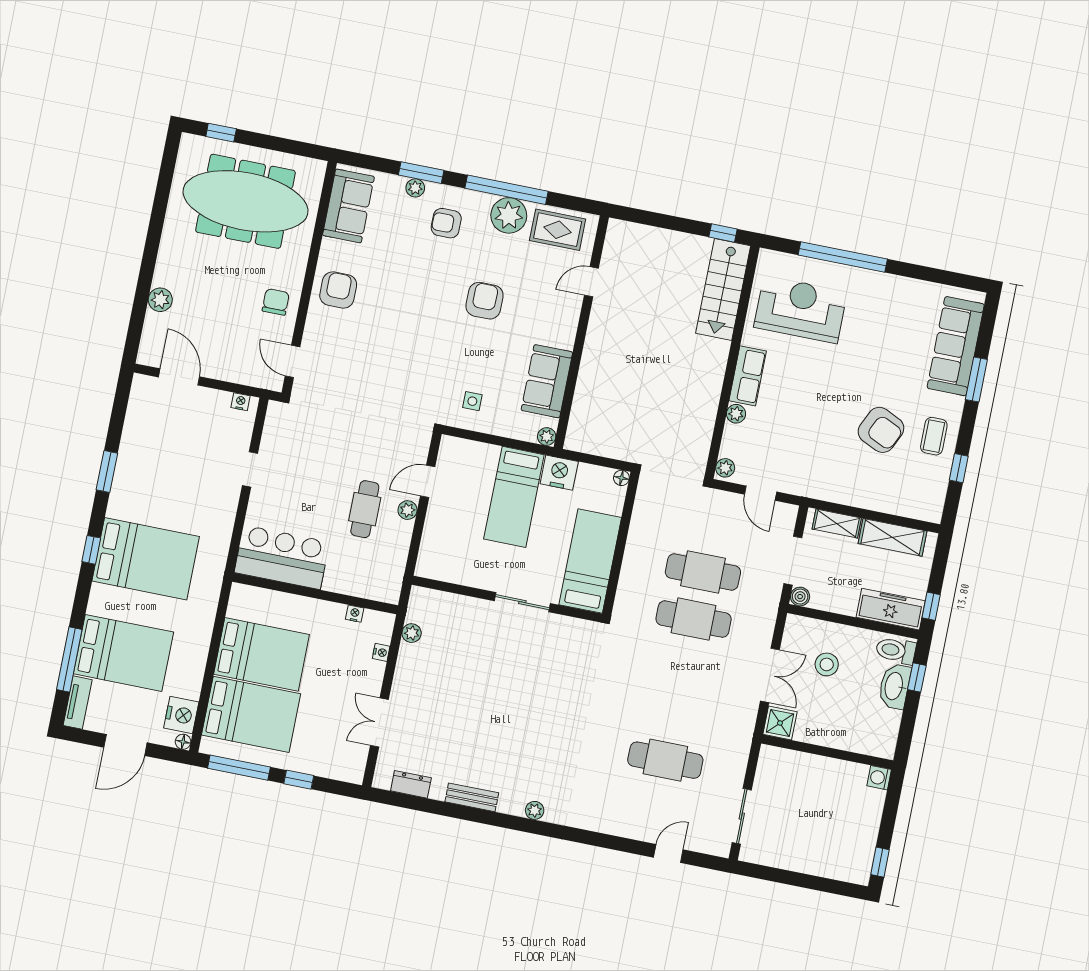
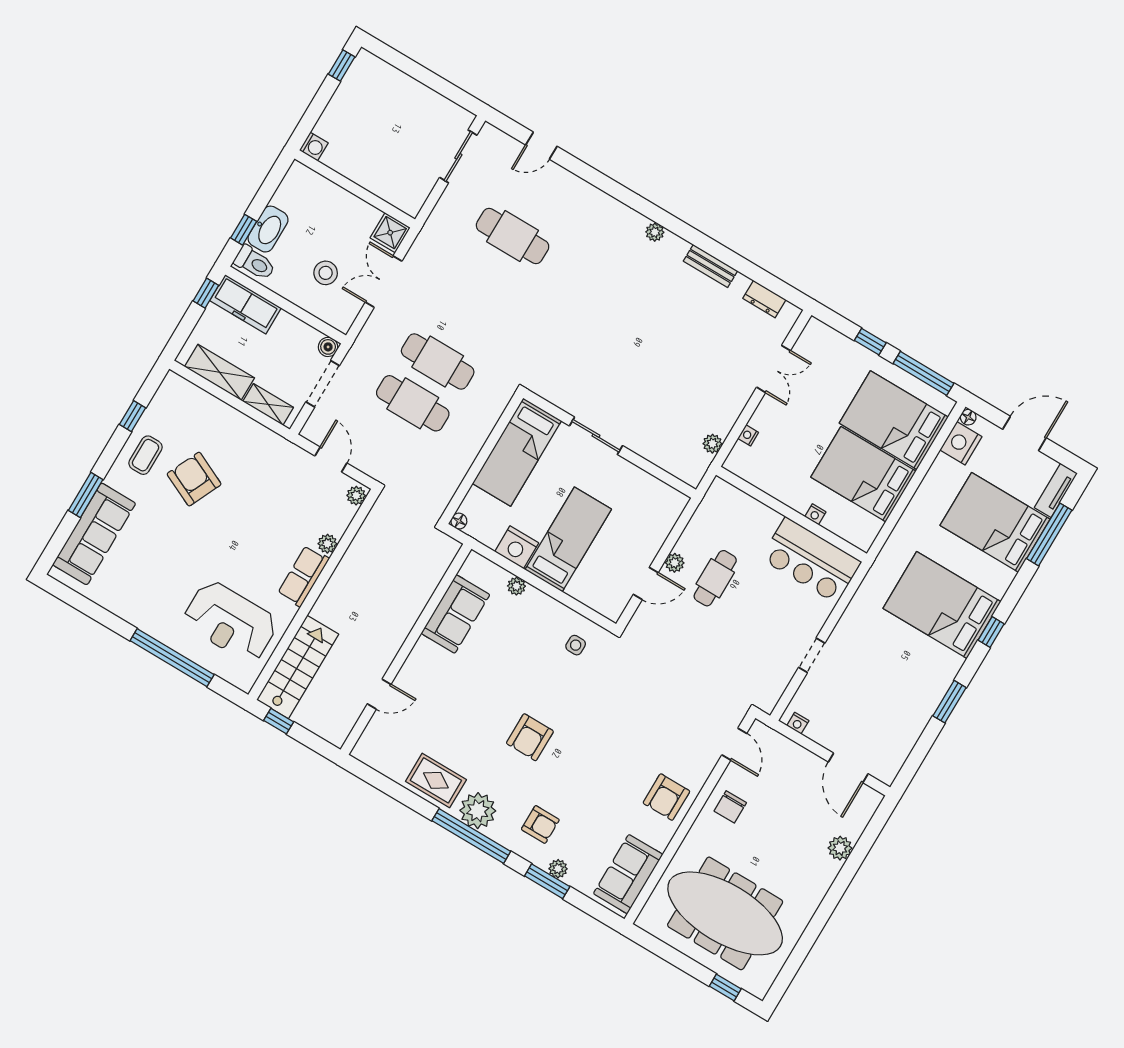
door: (591, 282) -> (379, 694), moved
wall: (581, 332) -> (406, 649), moved
sofa: (547, 381) -> (455, 614), moved
nightstand: (355, 614) -> (815, 514), moved

